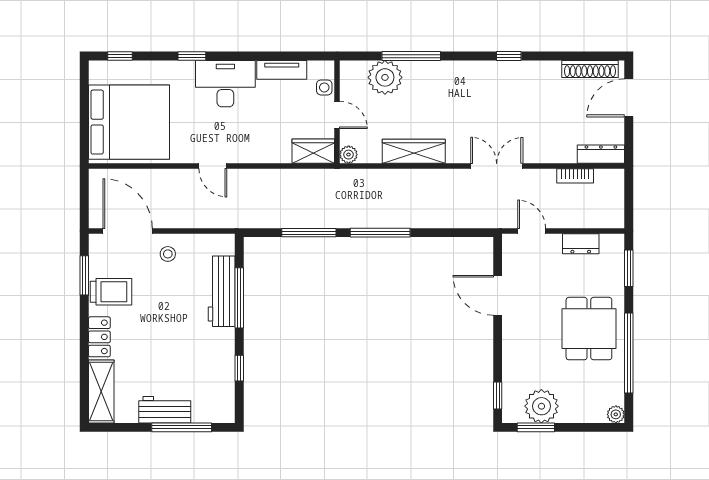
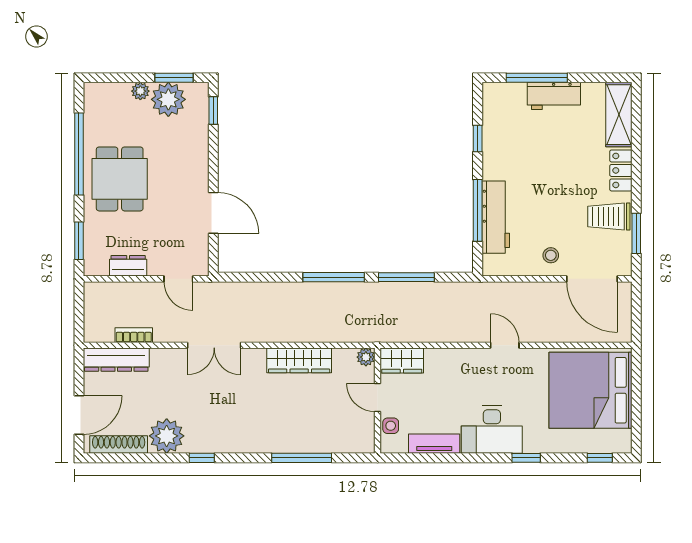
plant: (385, 77) -> (167, 436), moved
dresser: (601, 154) -> (116, 360), width x1.37, depth x1.24
plant: (616, 414) -> (140, 91), moved

